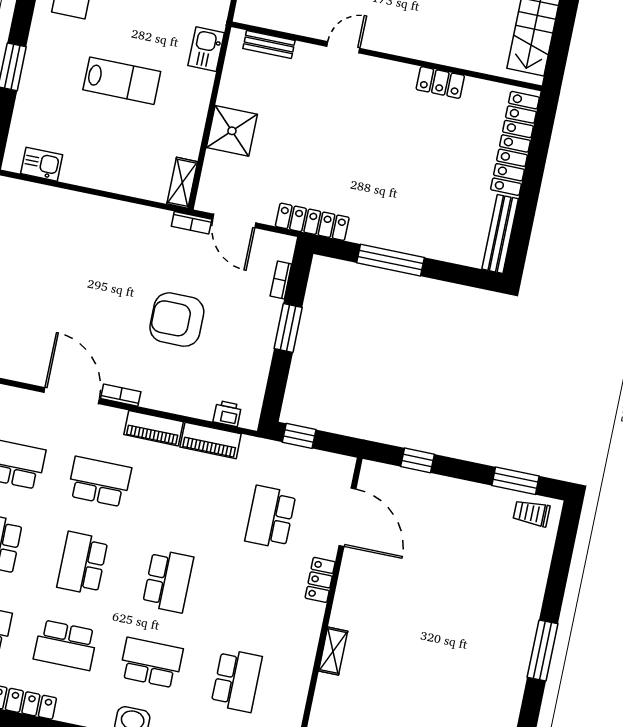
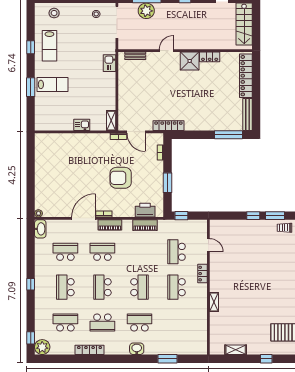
lab bench: (122, 81) -> (53, 84), moved
shower: (232, 131) -> (190, 61), moved
kitchen sink: (42, 164) -> (82, 125), moved
window: (391, 260) -> (228, 135), moved
window: (288, 328) -> (168, 183), moved
door: (72, 396) -> (84, 218), hinge flipped
printer: (227, 413) -> (145, 210), width x1.87, depth x1.48
piano: (154, 428) -> (110, 225), moved
window: (417, 460) -> (253, 216), moved
door: (348, 517) -> (208, 245), width x0.53
school desk: (237, 680) -> (176, 287), moved, turned 180

